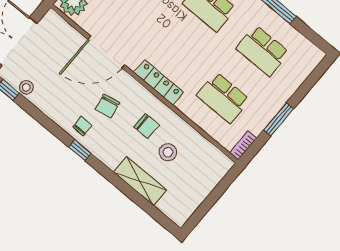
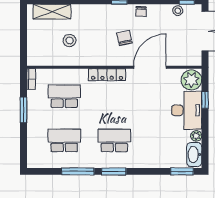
chair: (82, 126) -> (141, 12), moved
chair: (147, 126) -> (93, 45), removed
shelving: (140, 181) -> (52, 12), moved

